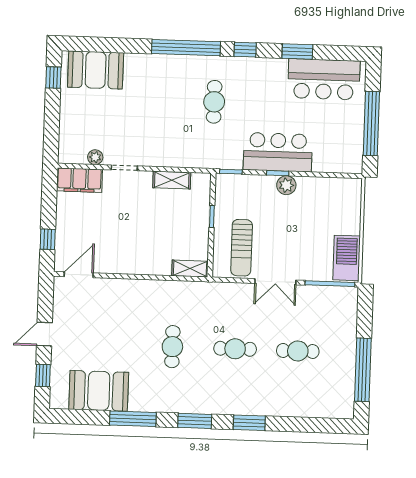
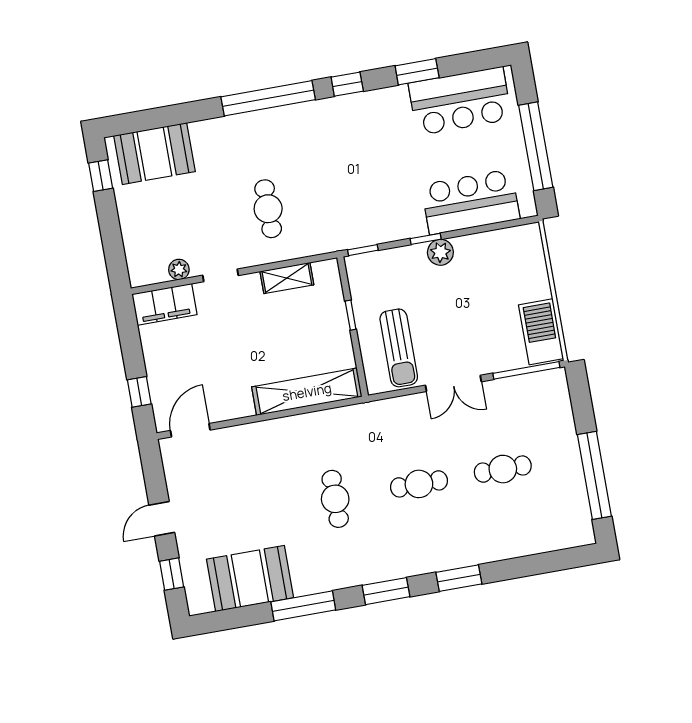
cafe table: (214, 102) -> (268, 209), moved
bar counter: (278, 152) -> (470, 202), moved
shelving: (190, 268) -> (307, 392), width x2.20, depth x1.33

